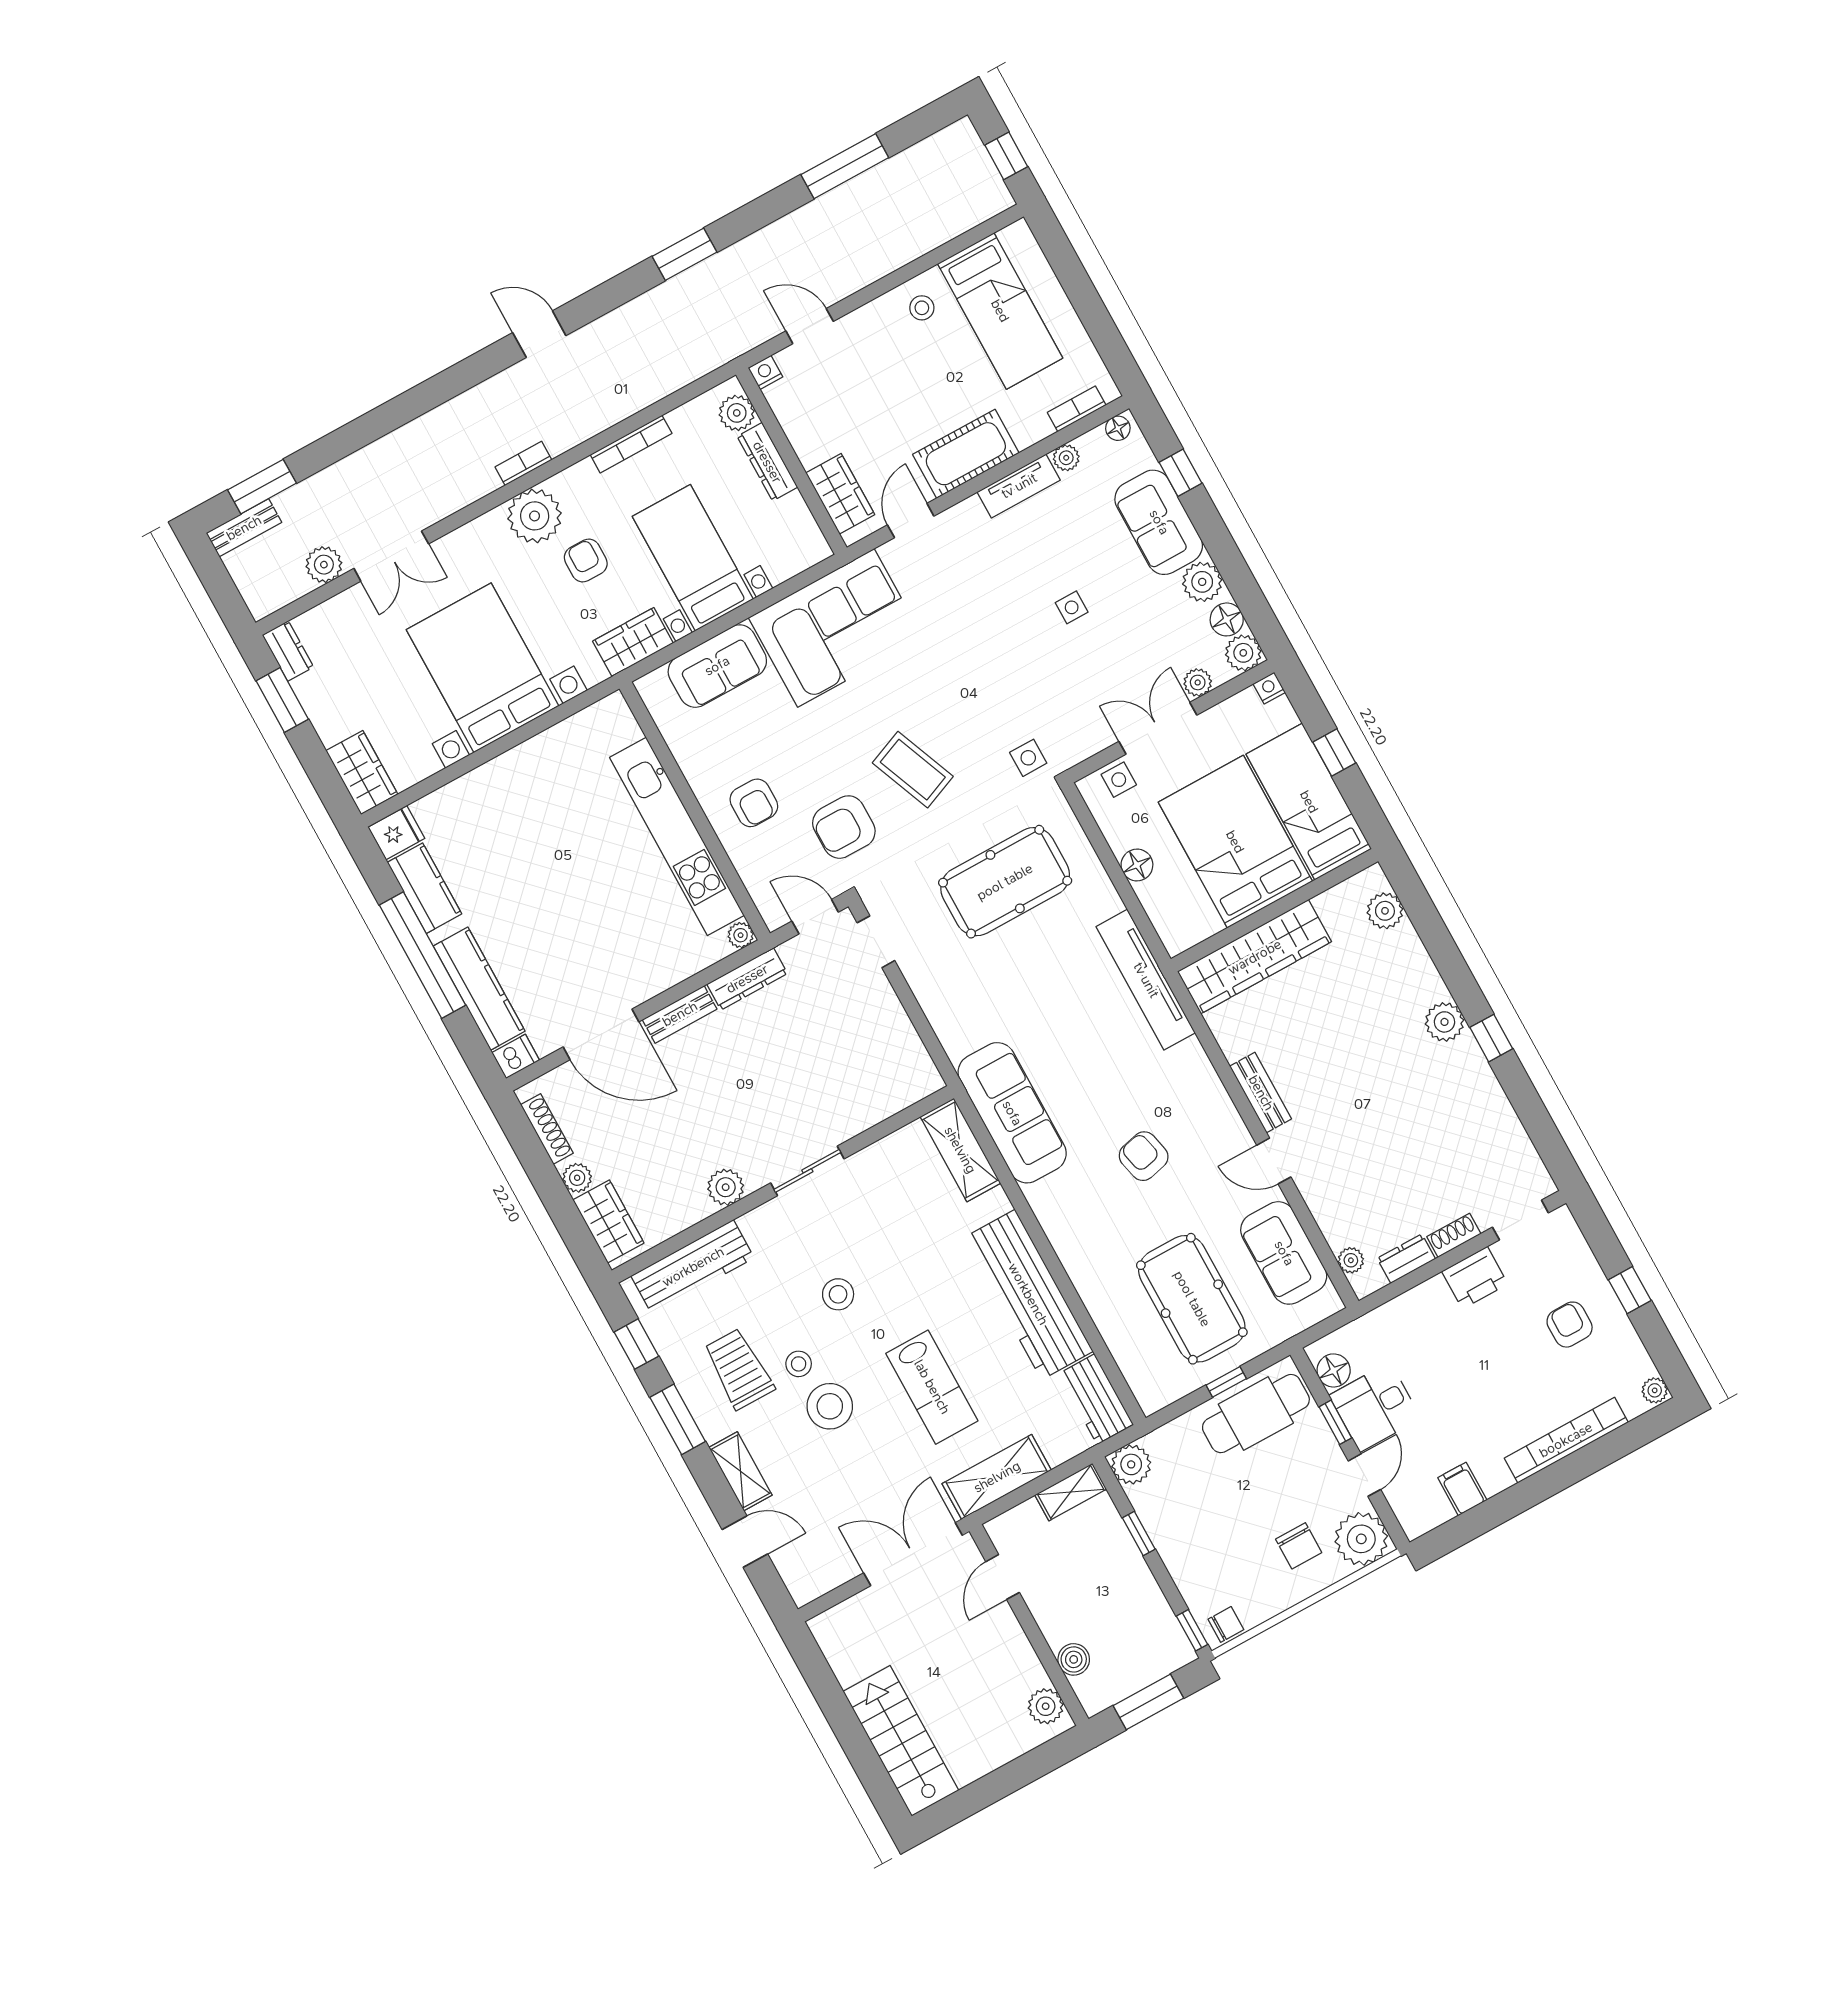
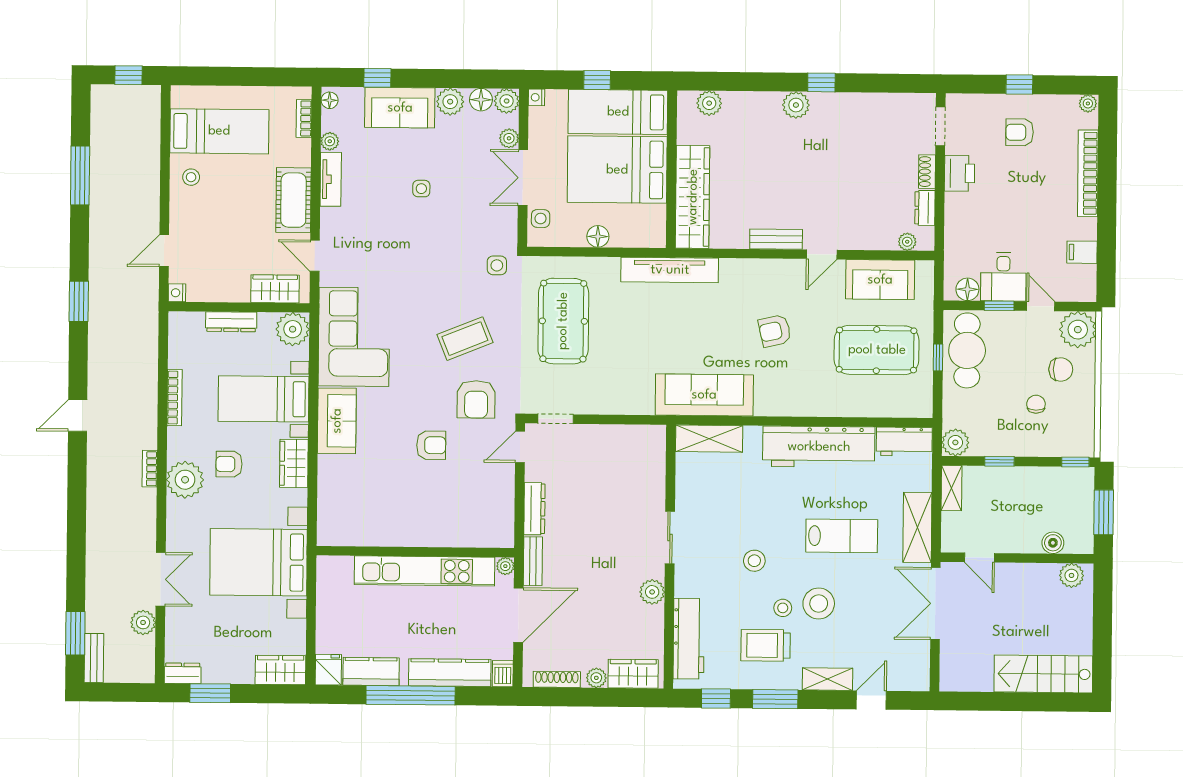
plant: (737, 413) -> (293, 329), moved, width x1.36, depth x1.36
wall: (695, 811) -> (415, 552), moved
kitchen unit: (677, 836) -> (425, 571), moved
plant: (741, 935) -> (505, 566), moved
chair: (1226, 1624) -> (1036, 404), moved

